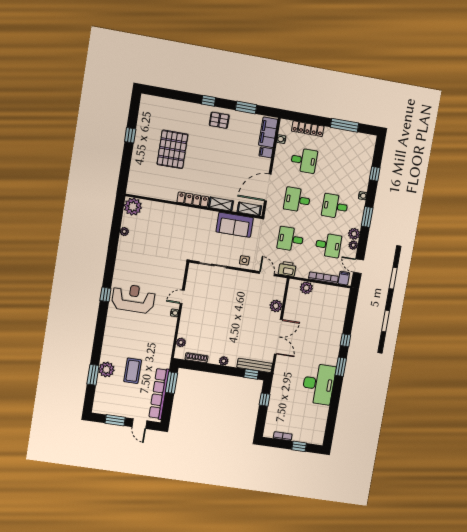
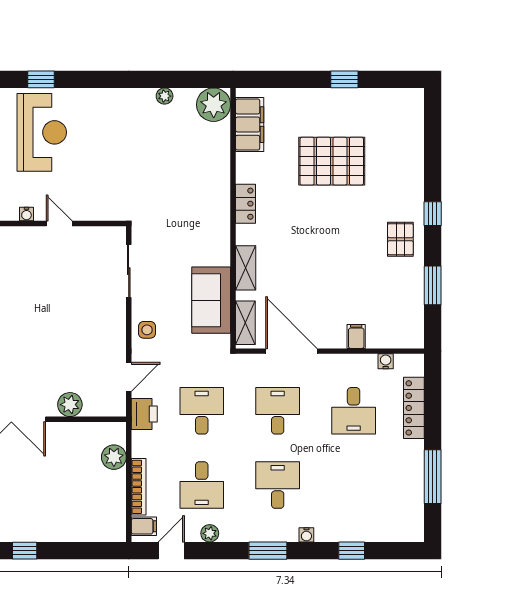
filing cabinet: (268, 132) -> (250, 125), moved, turned 90
locker: (193, 199) -> (245, 204), width x0.66
plant: (354, 234) -> (232, 531), removed

